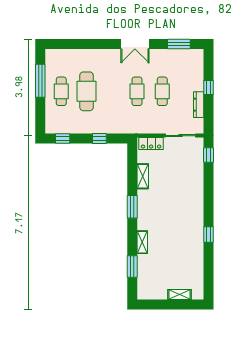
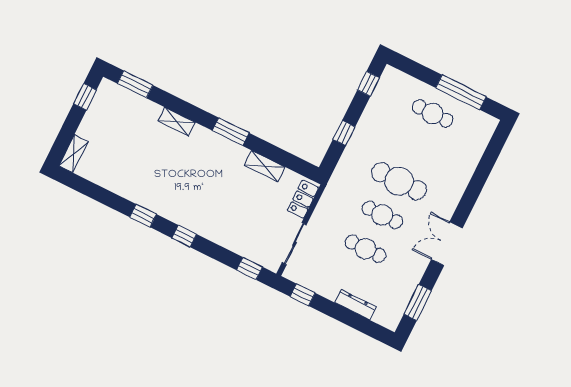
window: (209, 87) -> (303, 295), moved
cafe table: (87, 91) -> (399, 181), moved
dresser: (199, 105) -> (355, 305), moved
window: (209, 204) -> (184, 236), added
window: (132, 266) -> (135, 84), moved
shelving: (179, 294) -> (74, 154), moved
window: (155, 305) -> (85, 97), added

